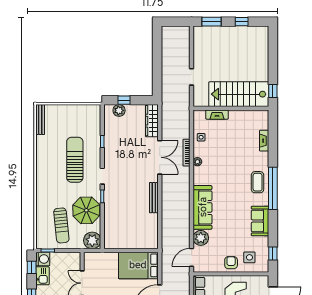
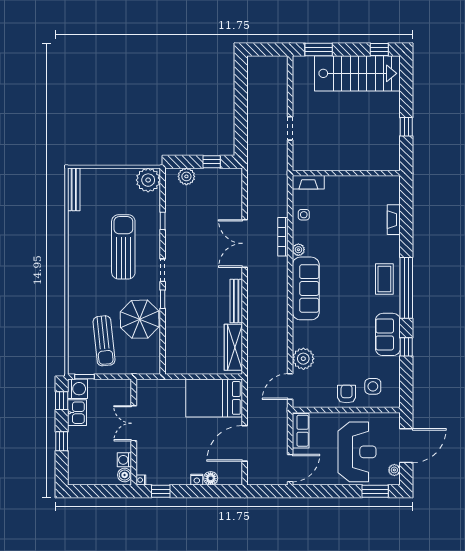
window: (242, 22) -> (379, 49), moved
window: (273, 91) -> (406, 127), moved
stairs: (239, 94) -> (357, 73), moved, turned 180
window: (124, 100) -> (212, 162), moved
fireplace: (217, 115) -> (308, 182), moved
wardrobe: (152, 121) -> (233, 347), moved
double door: (160, 157) -> (245, 243), swing flipped
sofa: (203, 207) -> (306, 288), moved
plant: (92, 240) -> (148, 180), moved
window: (273, 253) -> (406, 347), moved

